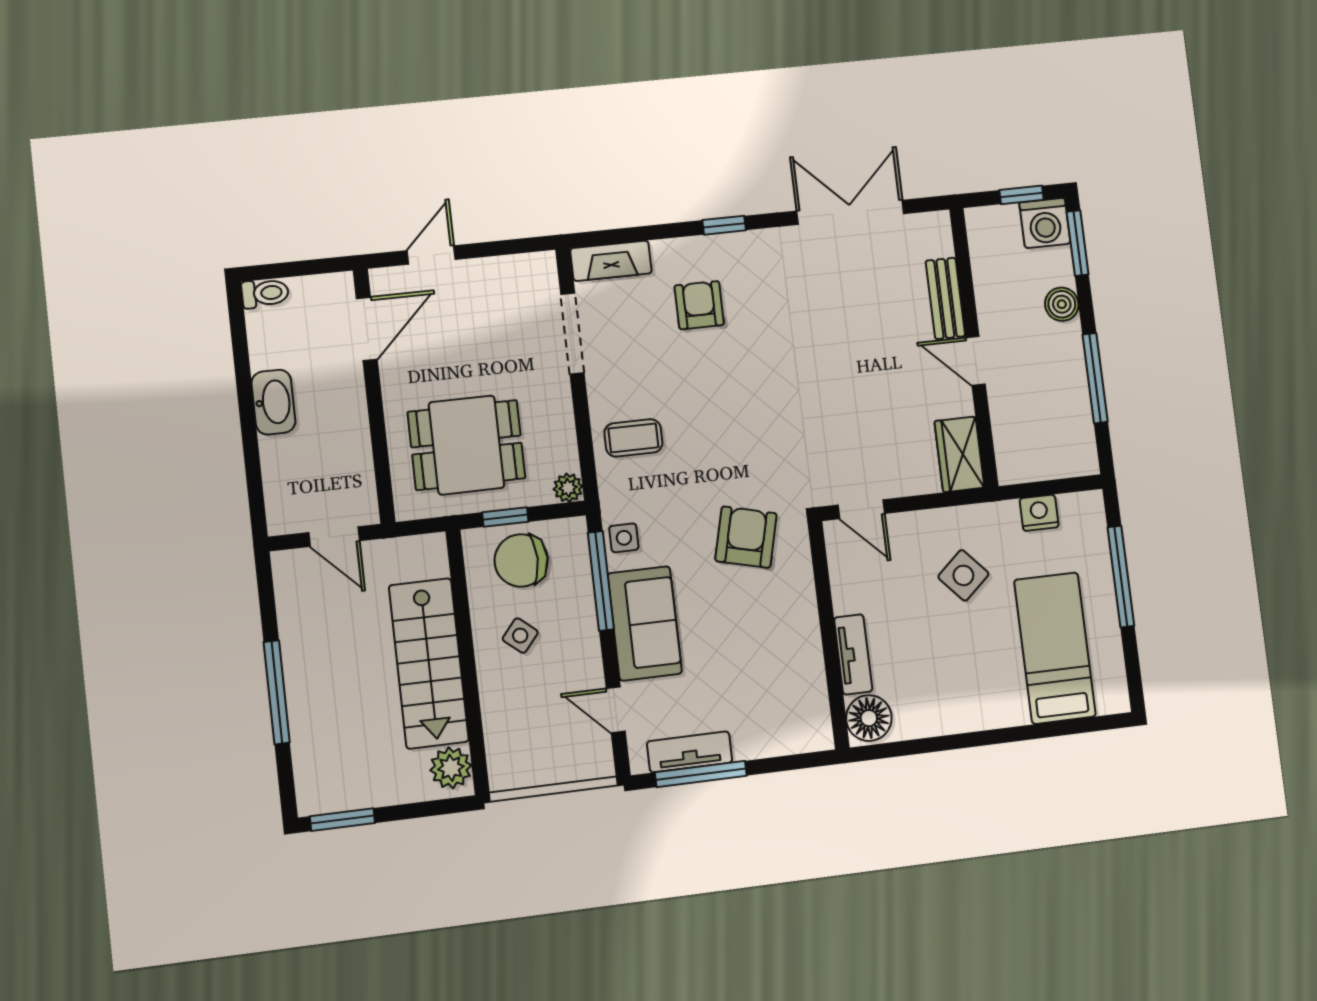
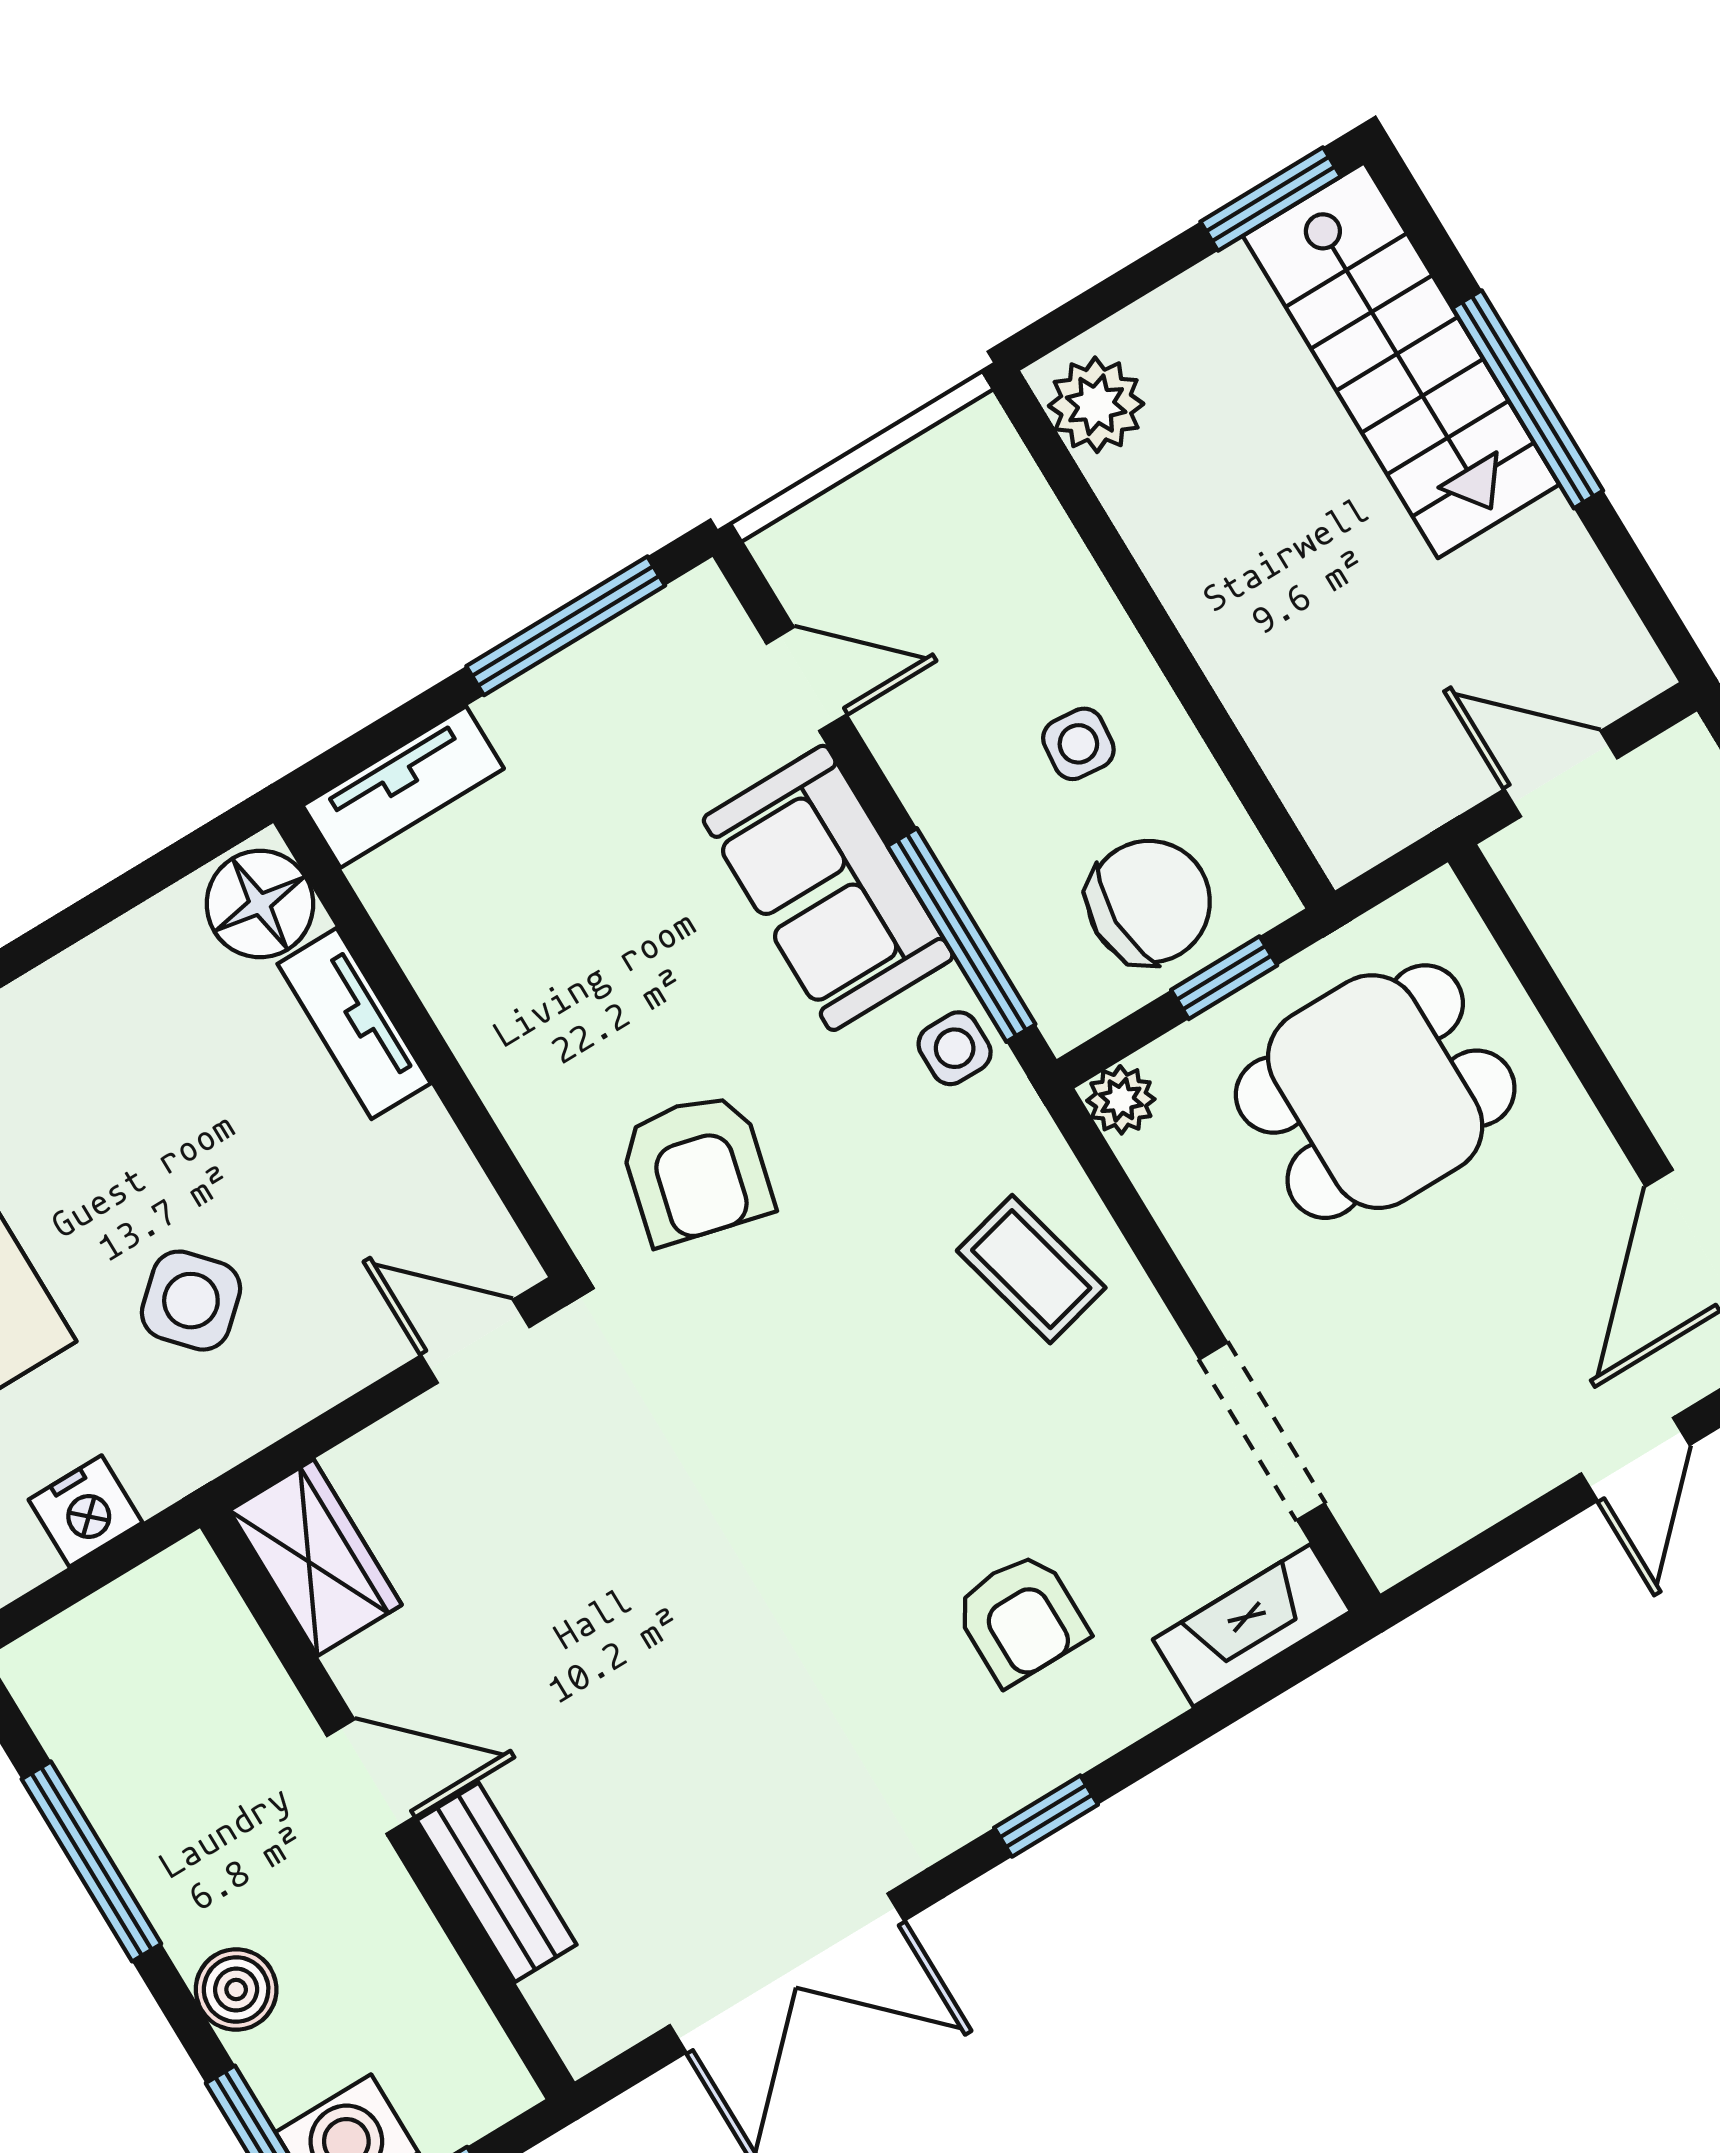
coffee table: (633, 438) -> (1031, 1269), turned 76
side table: (520, 636) -> (1078, 744), turned -35
stairs: (429, 663) -> (1401, 360), moved, turned 180
tv unit: (690, 752) -> (403, 787), moved

